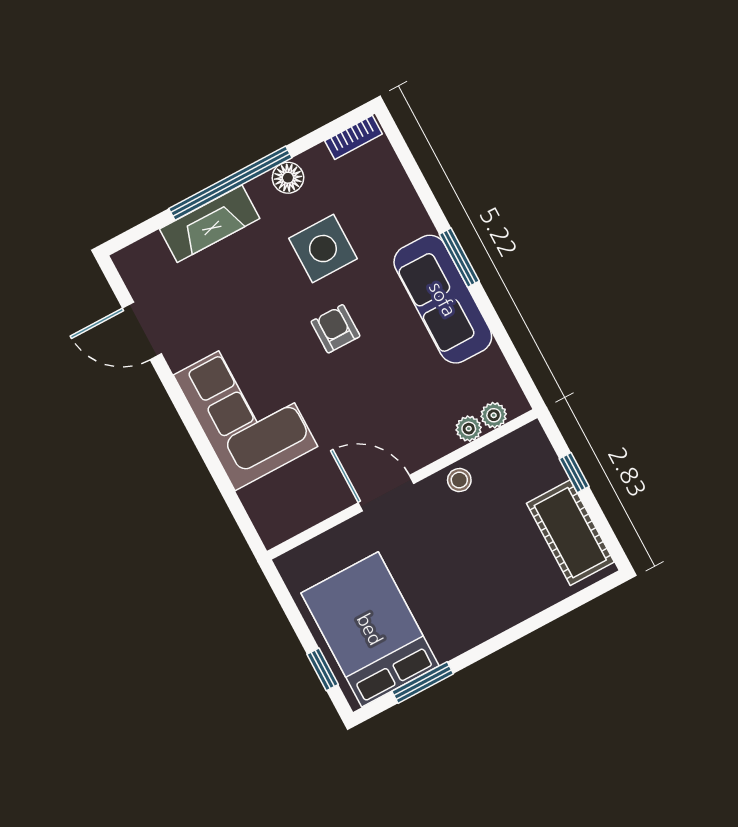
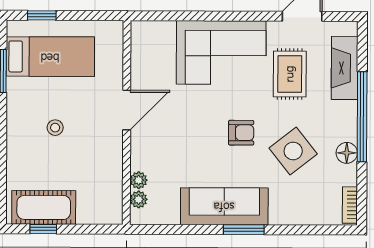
fireplace: (210, 224) -> (345, 68), moved
side table: (323, 249) -> (293, 151), turned -38
rug: (225, 307) -> (290, 74), added
window: (574, 473) -> (43, 229), moved
stool: (459, 480) -> (55, 128), moved
bed: (370, 629) -> (50, 57), width x0.67

